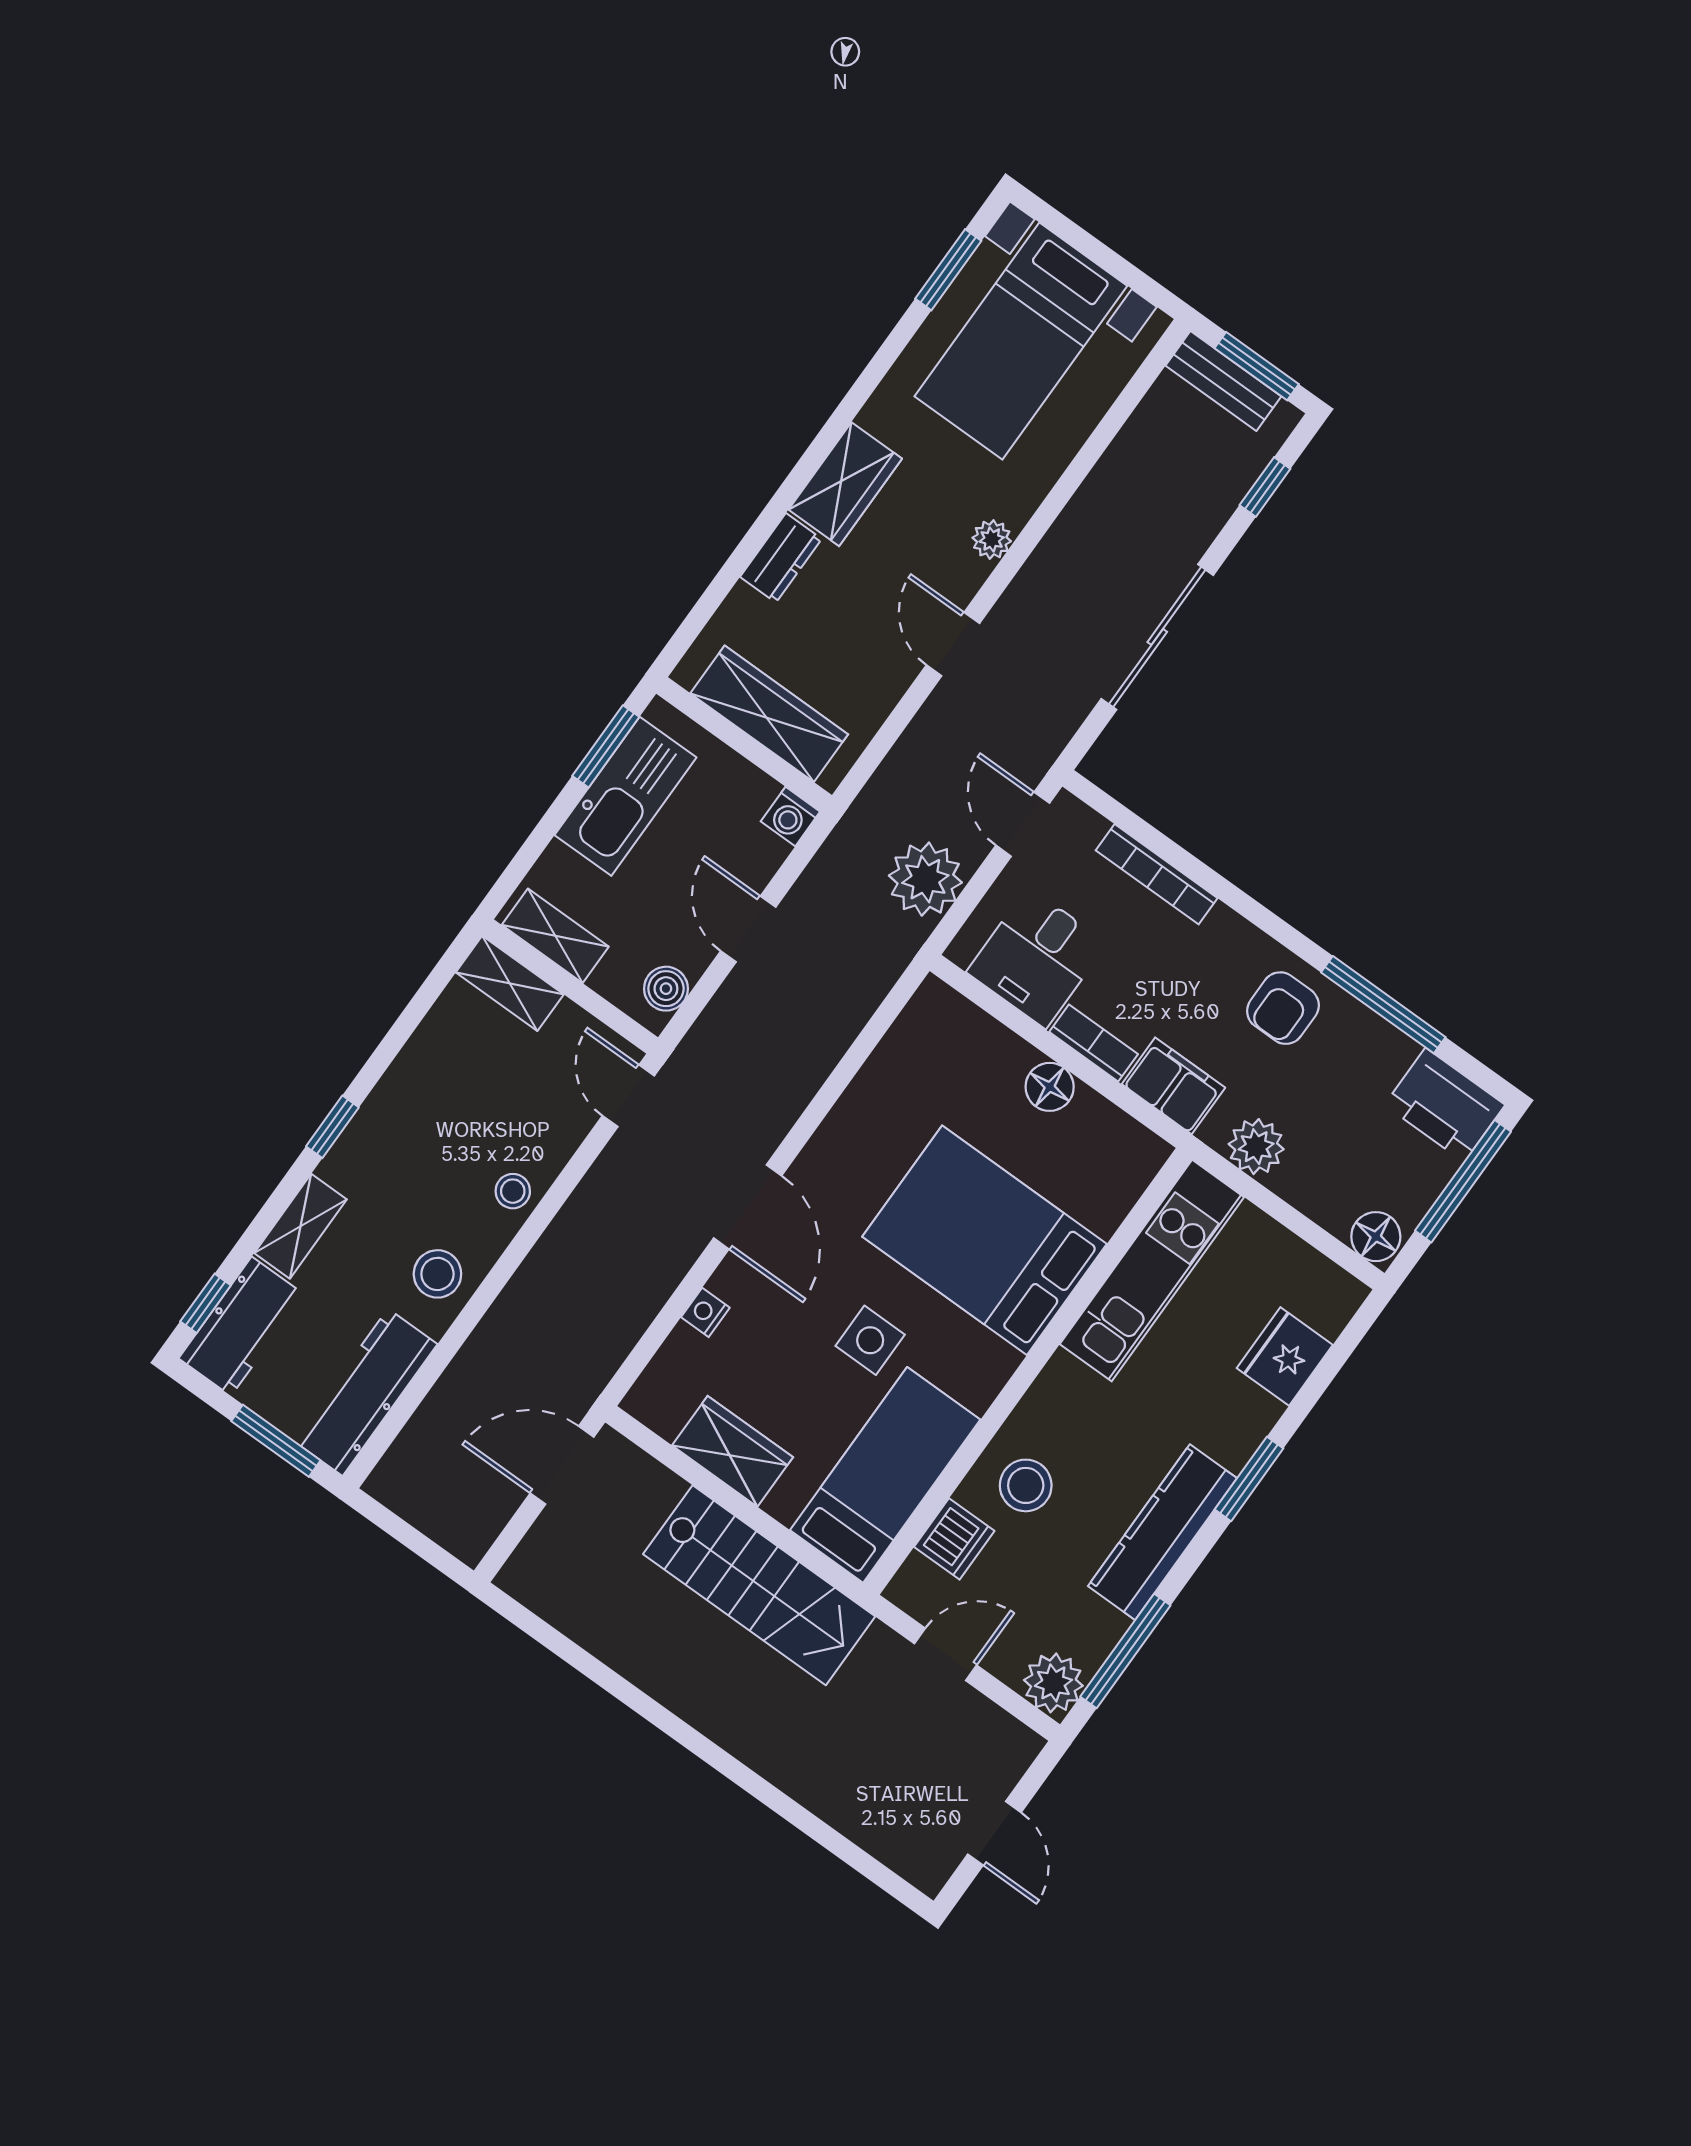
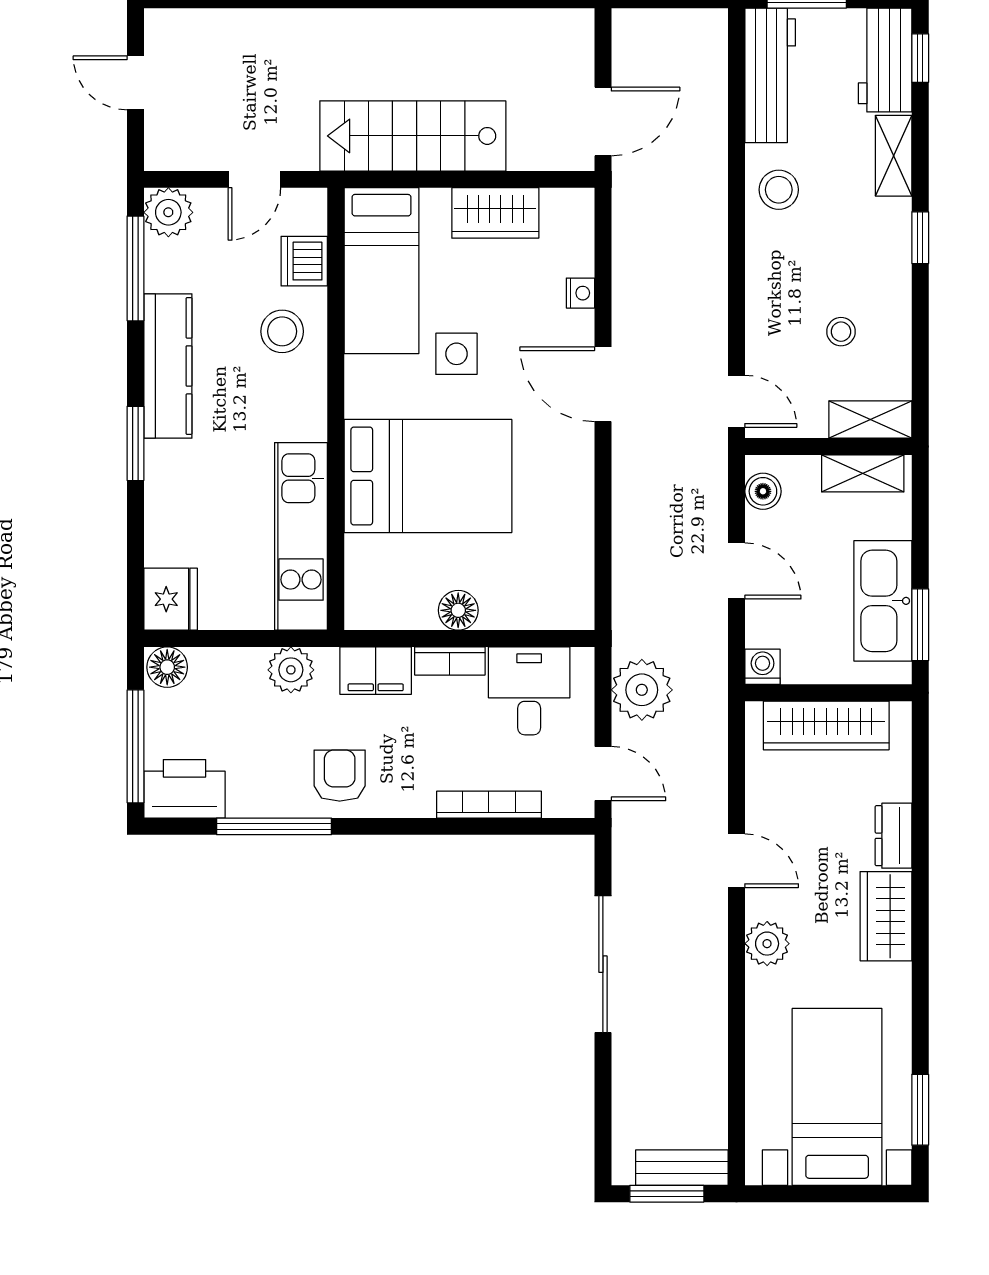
window: (1265, 487) -> (603, 1117), removed
plant: (992, 540) -> (767, 944), width x1.38, depth x1.38
stool: (513, 1191) -> (841, 332), moved
fridge: (1285, 1356) -> (171, 599), moved

